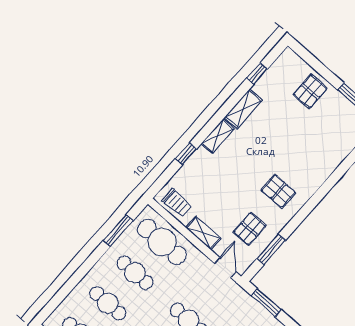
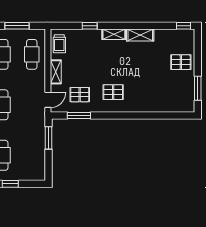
window: (257, 74) -> (184, 26), moved
pallet: (278, 191) -> (113, 92), turned 90
cafe table: (162, 242) -> (32, 54), width x0.73, depth x0.74

